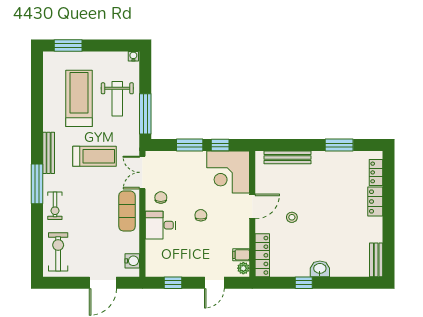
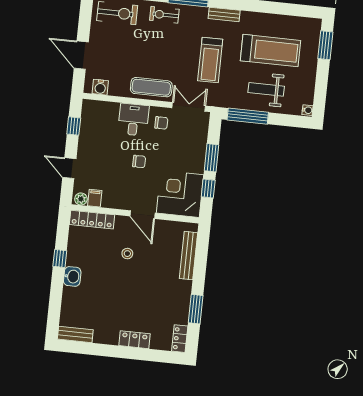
bench: (49, 153) -> (224, 14), width x0.73
locker: (376, 172) -> (180, 339), moved, turned -90

